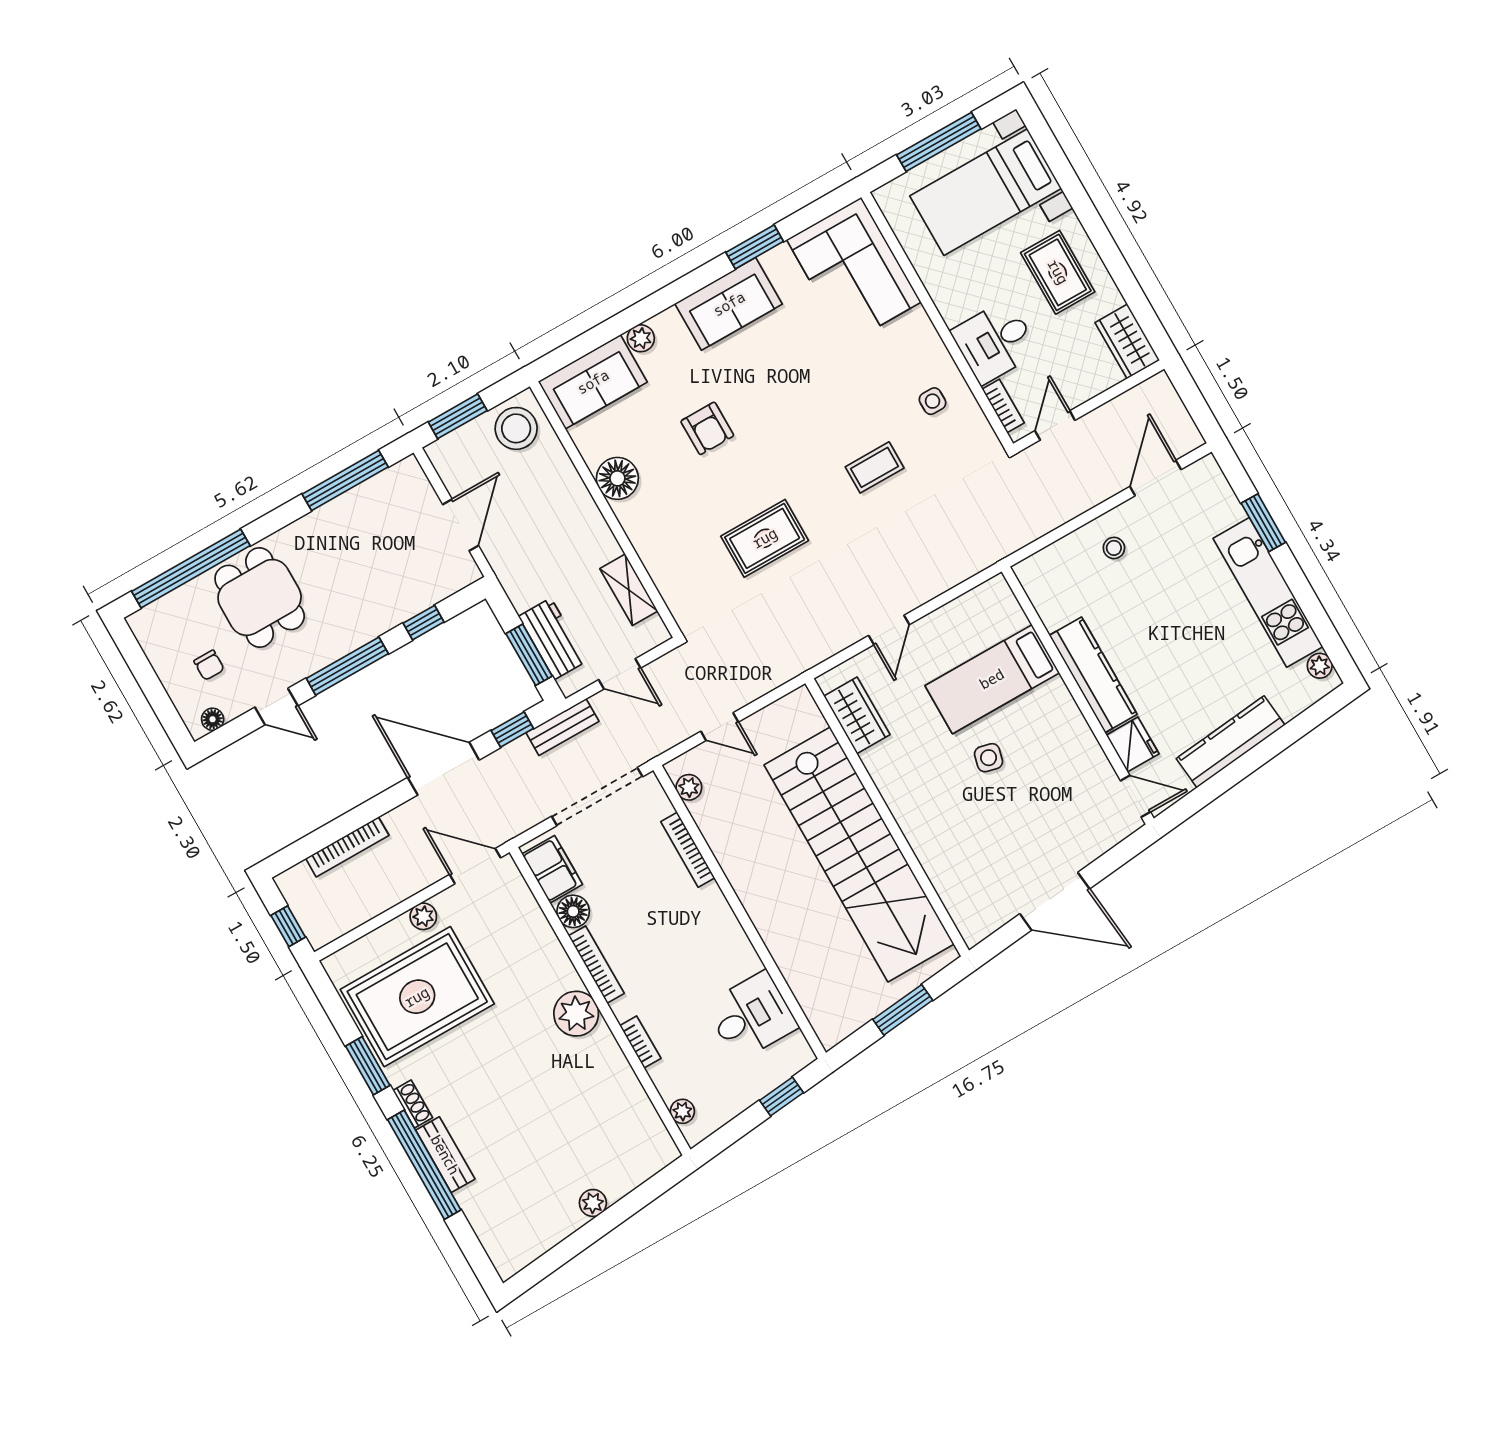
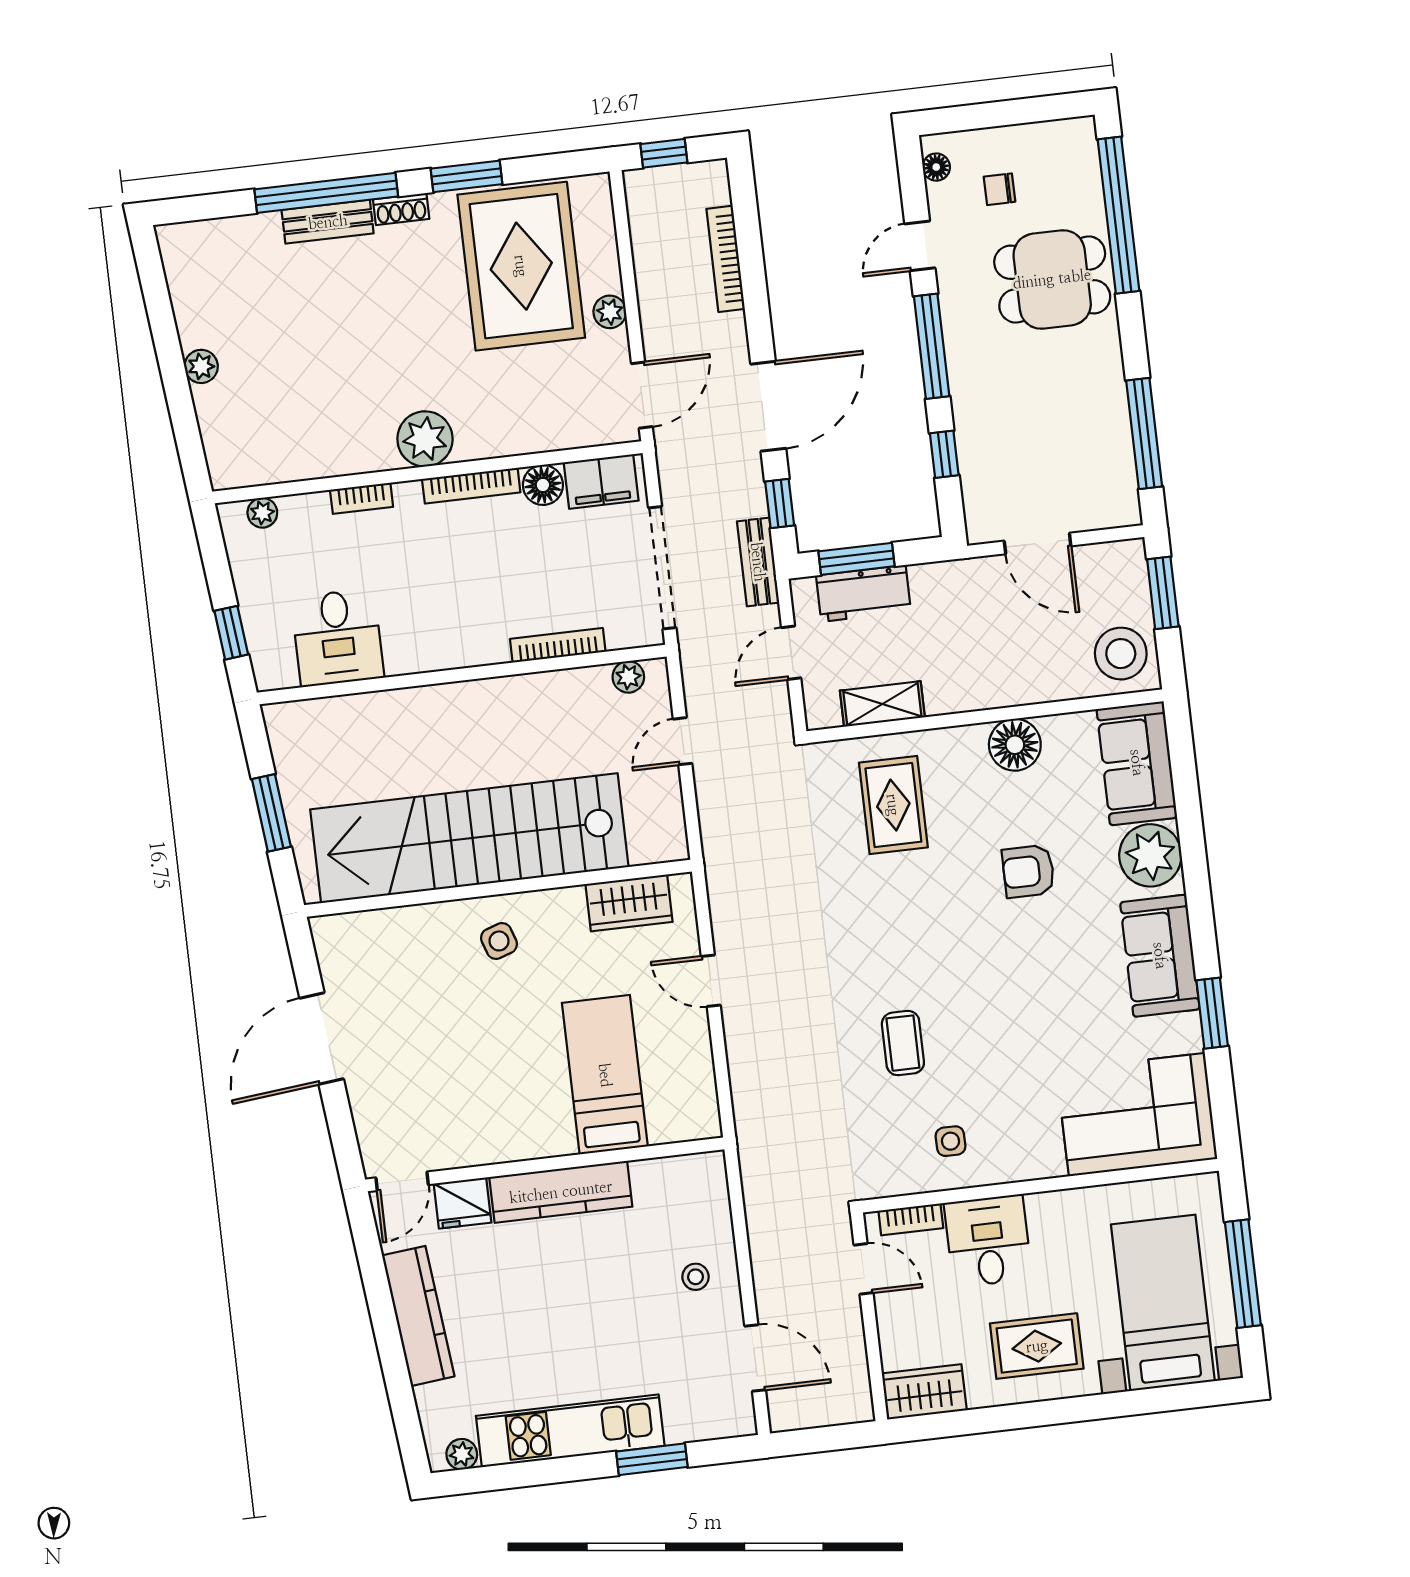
plant: (641, 338) -> (1150, 855), width x1.87, depth x1.87
rug: (765, 538) -> (893, 805), moved
side table: (989, 758) -> (499, 941), moved, turned -32

